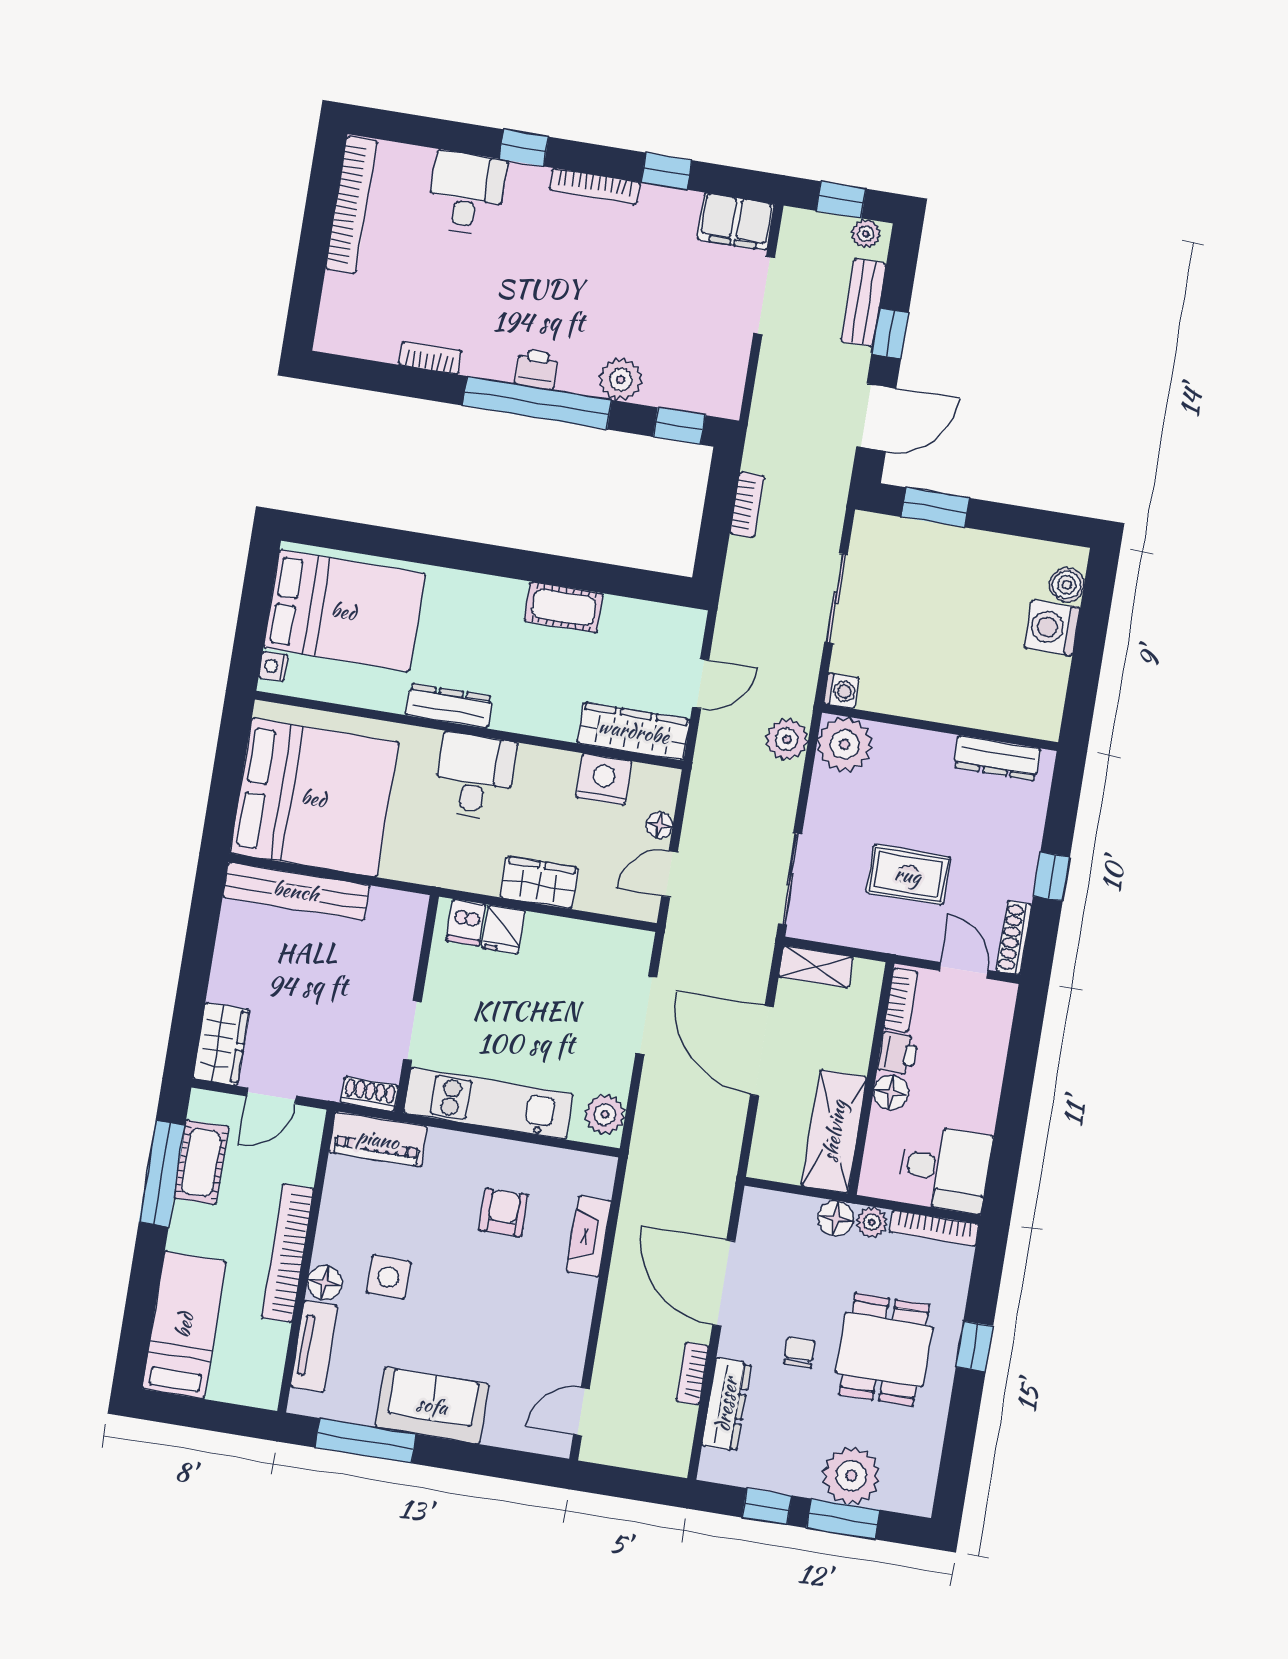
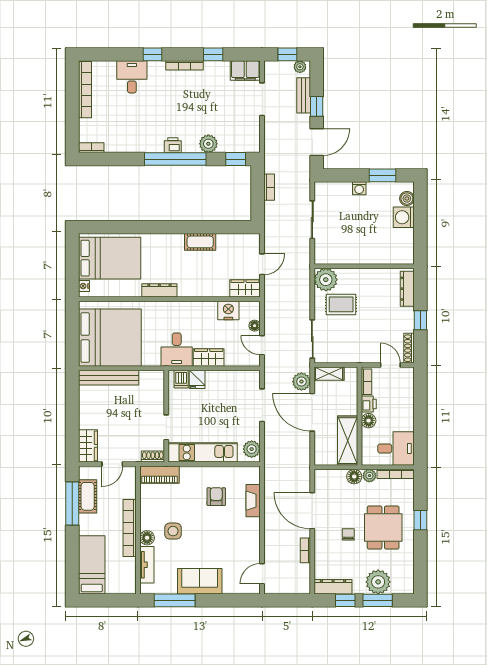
bookcase: (430, 358) -> (91, 148), moved
window: (935, 507) -> (383, 175), moved
washing machine: (841, 691) -> (359, 188), moved, turned 90
wardrobe: (634, 731) -> (245, 288), width x0.67
plant: (787, 739) -> (301, 382), moved
dresser: (997, 758) -> (407, 289), moved, turned 90
desk: (475, 776) -> (177, 350), moved, turned 180
door: (669, 874) -> (262, 345), hinge flipped
rug: (908, 875) -> (341, 304), moved
dresser: (726, 1404) -> (333, 587), moved, turned -90

